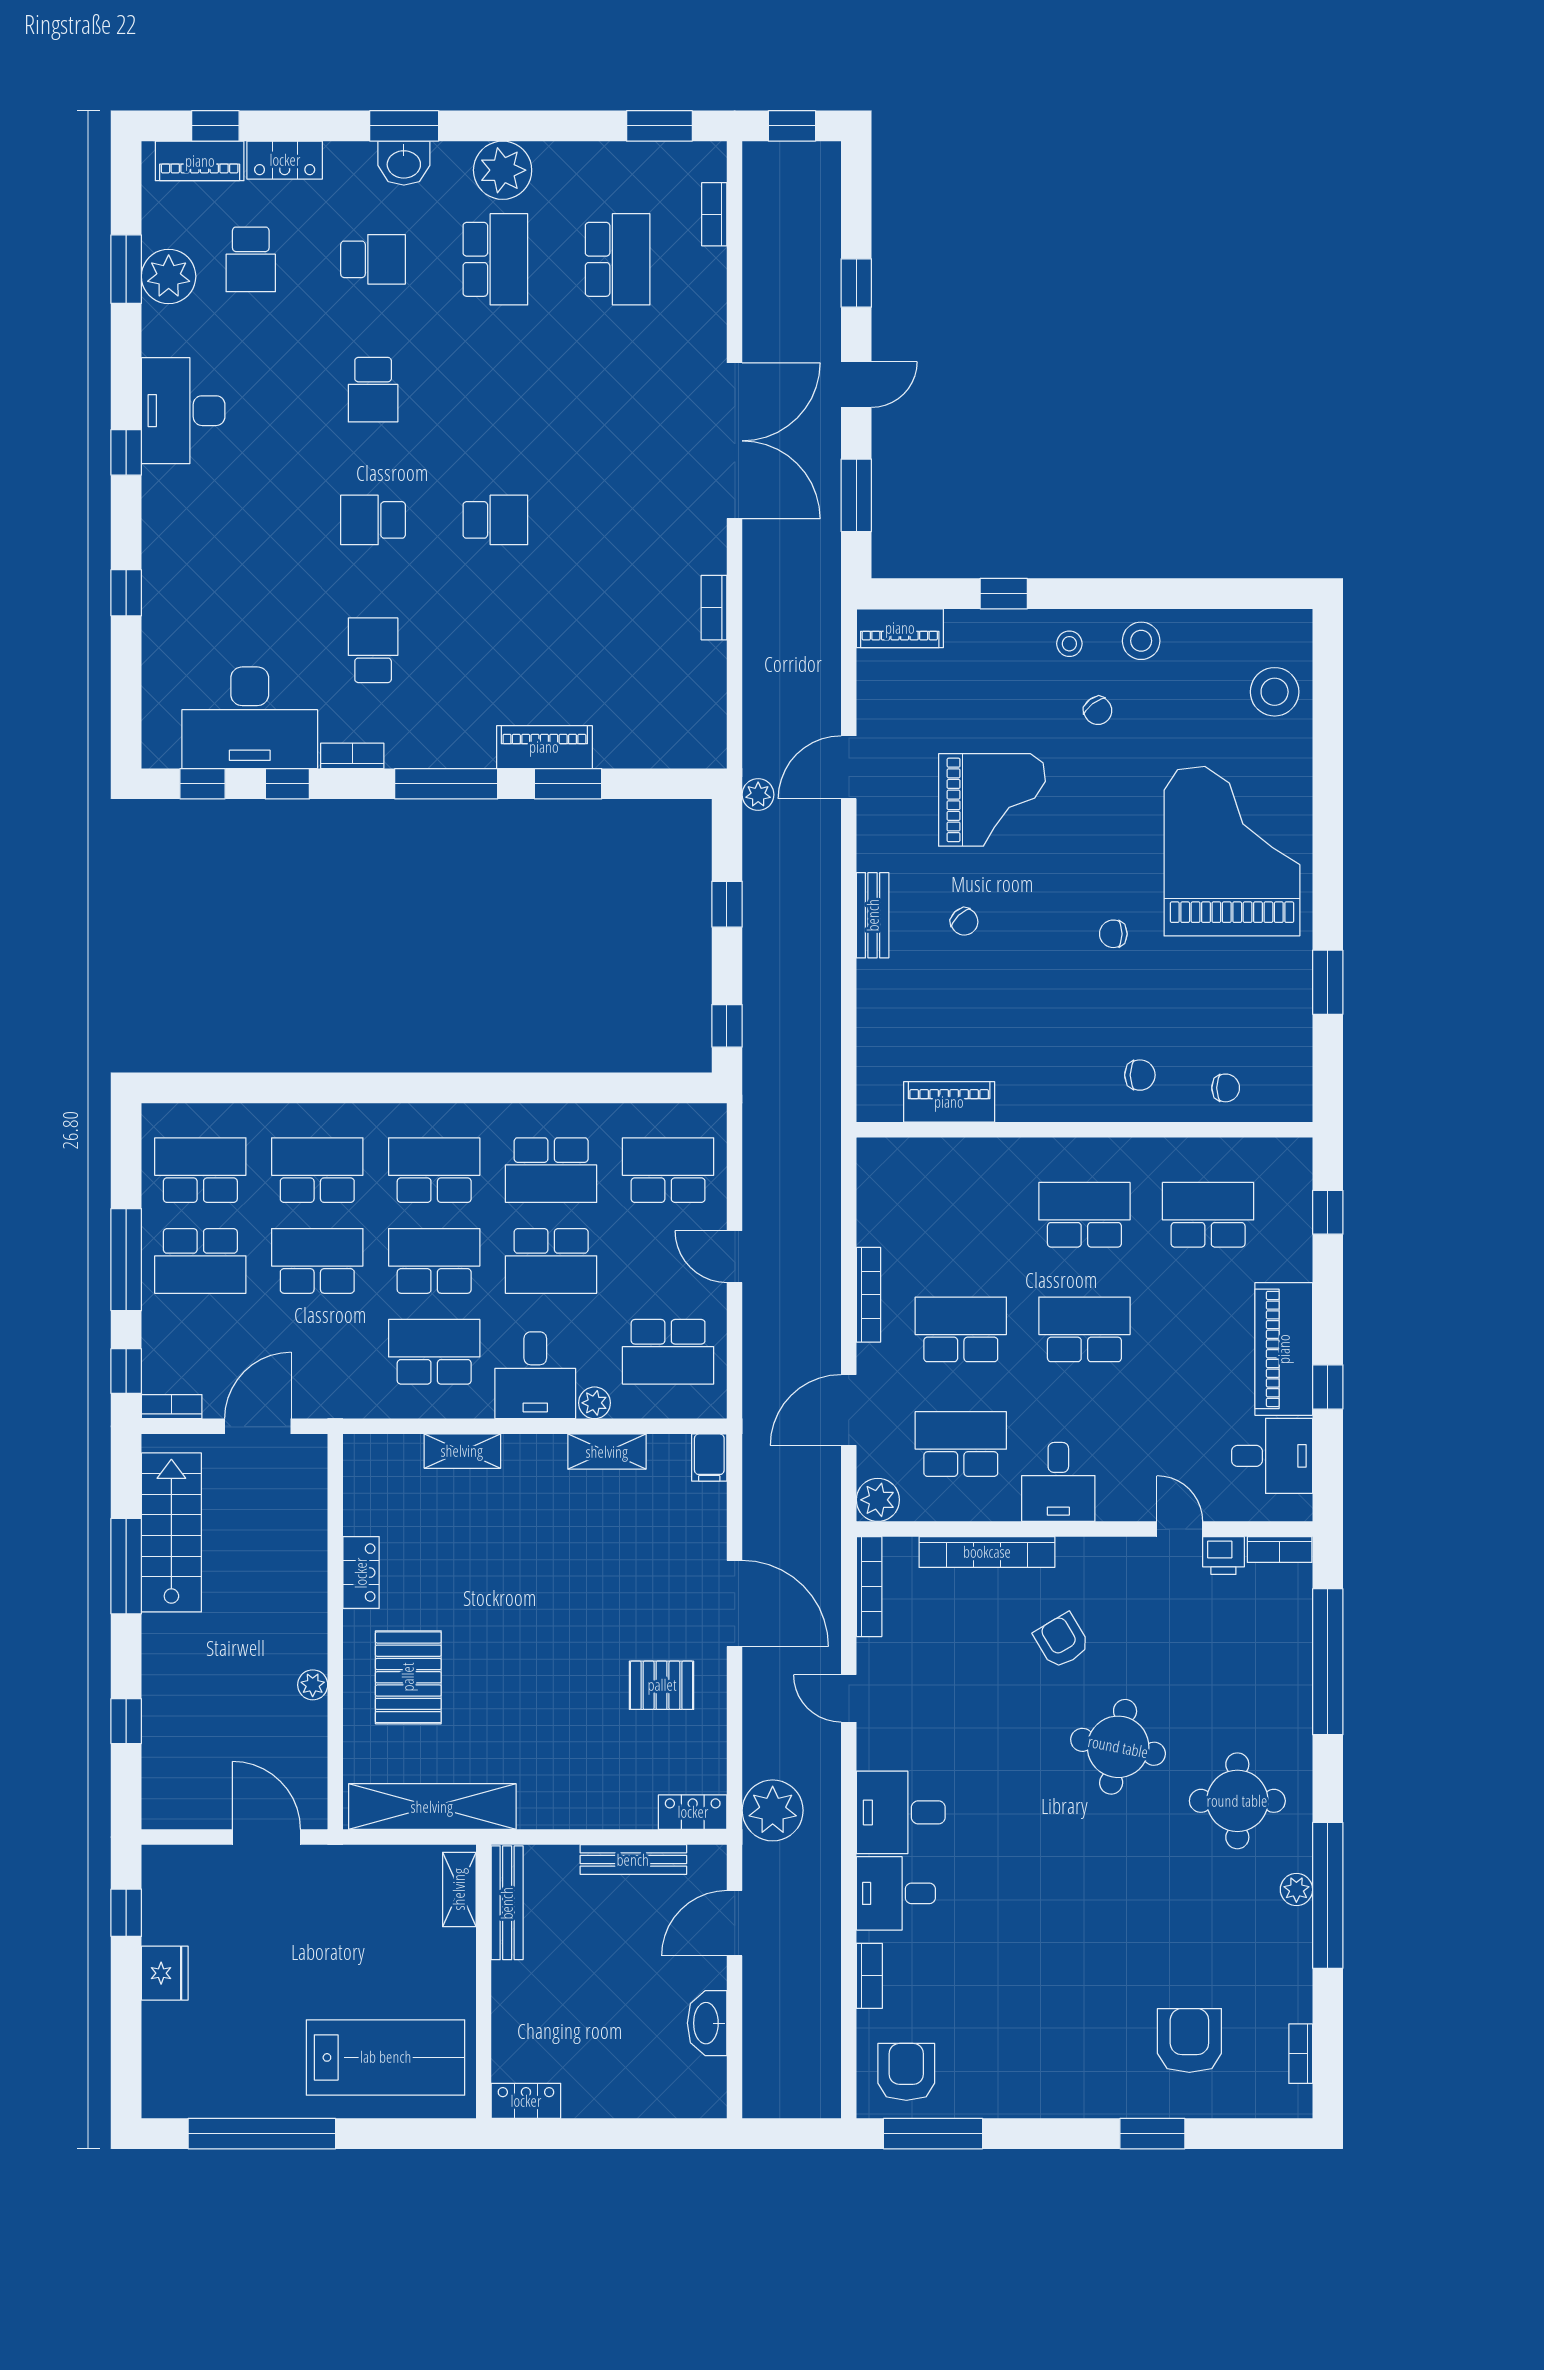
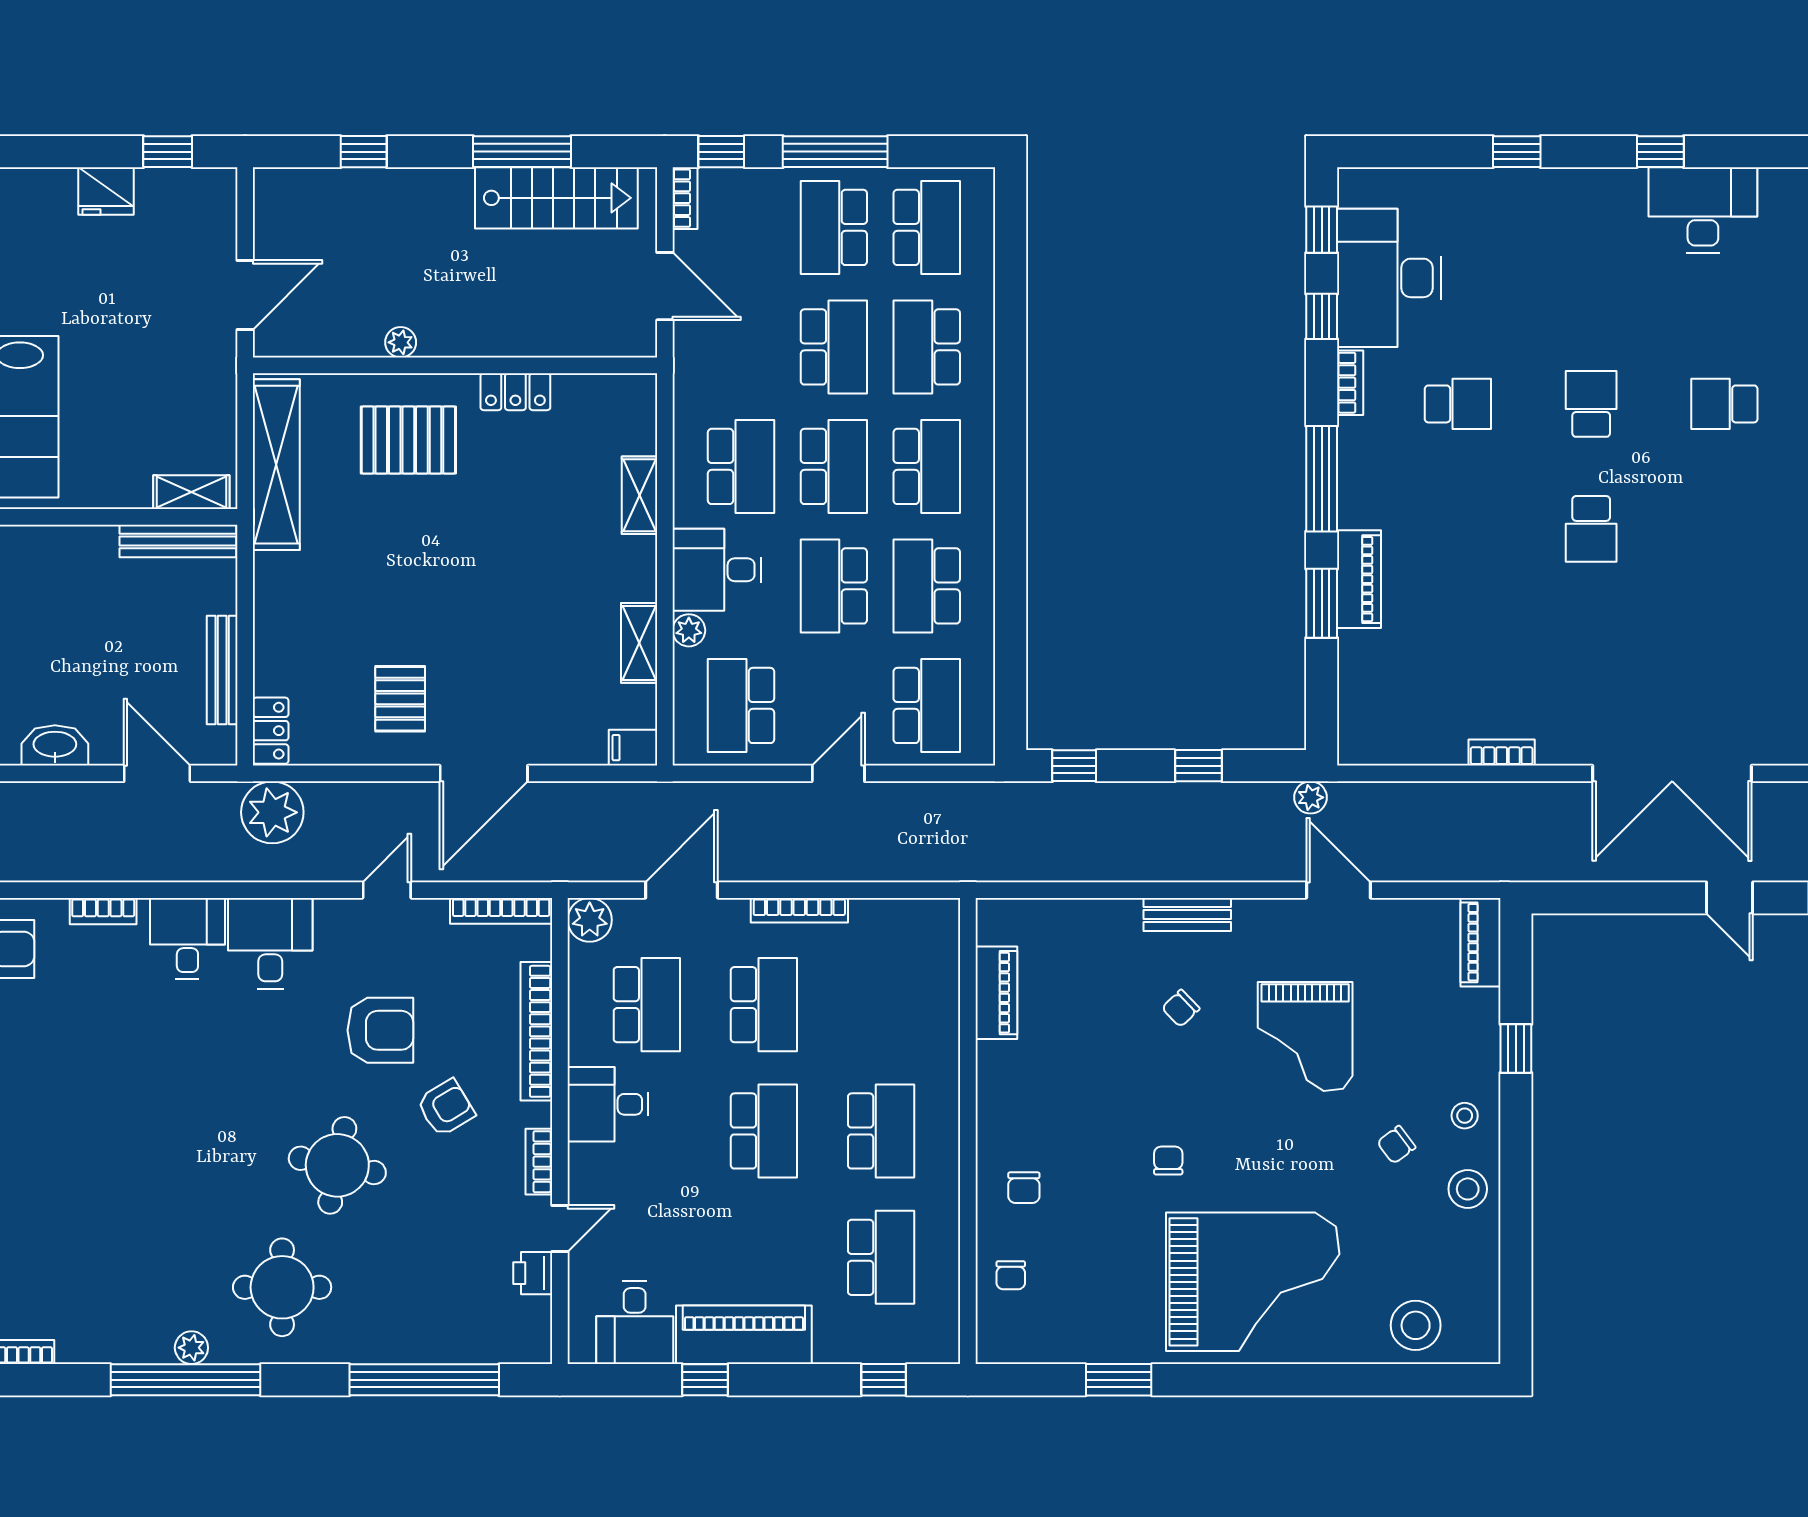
window: (856, 495) -> (1616, 898), removed
school desk: (317, 1170) -> (927, 347), turned 180
door: (849, 1410) -> (682, 890), hinge flipped
bookcase: (1280, 1550) -> (539, 1162), moved
armchair: (1189, 2041) -> (380, 1030), moved

